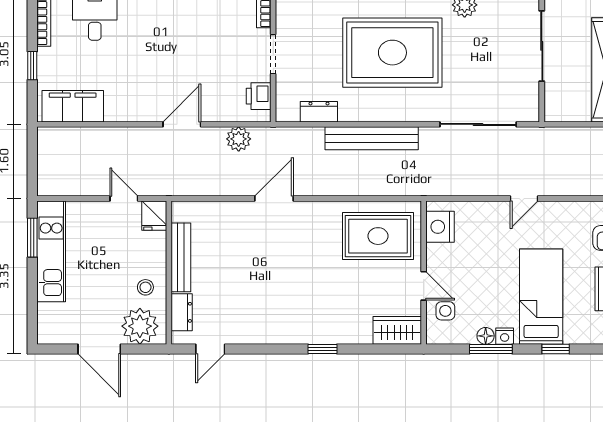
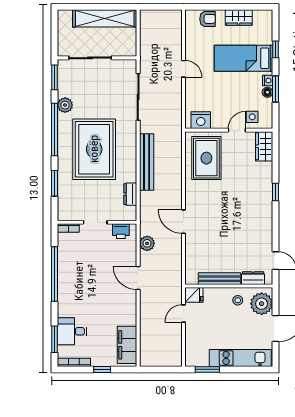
kitchen unit: (51, 251) -> (240, 358), moved

